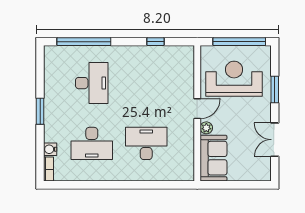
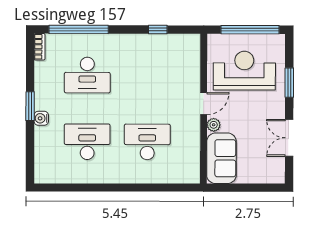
desk: (92, 83) -> (87, 75), turned 90
desk: (92, 143) -> (87, 142), turned 180
water cooler: (50, 149) -> (41, 118), moved
bookcase: (49, 169) -> (40, 47), moved

